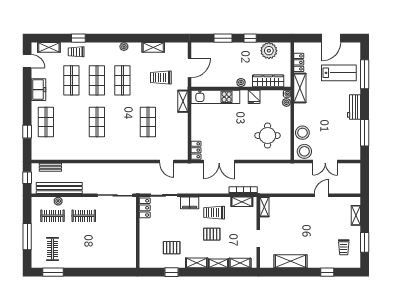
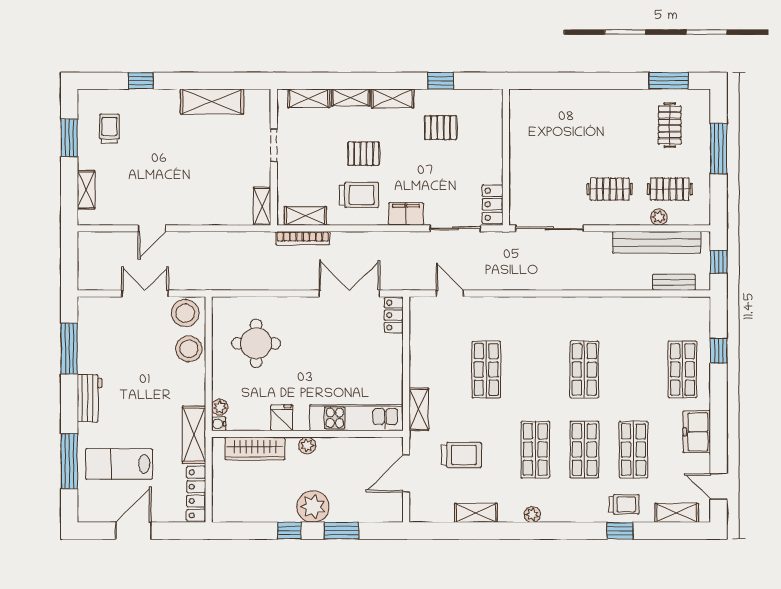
plant: (269, 51) -> (313, 507), moved
locker: (299, 62) -> (196, 494), width x1.53

